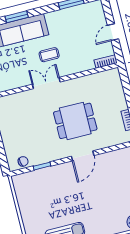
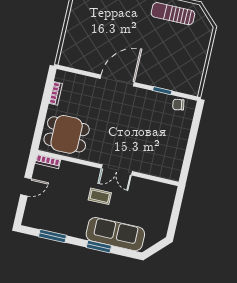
window: (17, 17) -> (99, 247), moved
dining table: (75, 121) -> (67, 134), moved
door: (83, 156) -> (117, 80), width x1.36

